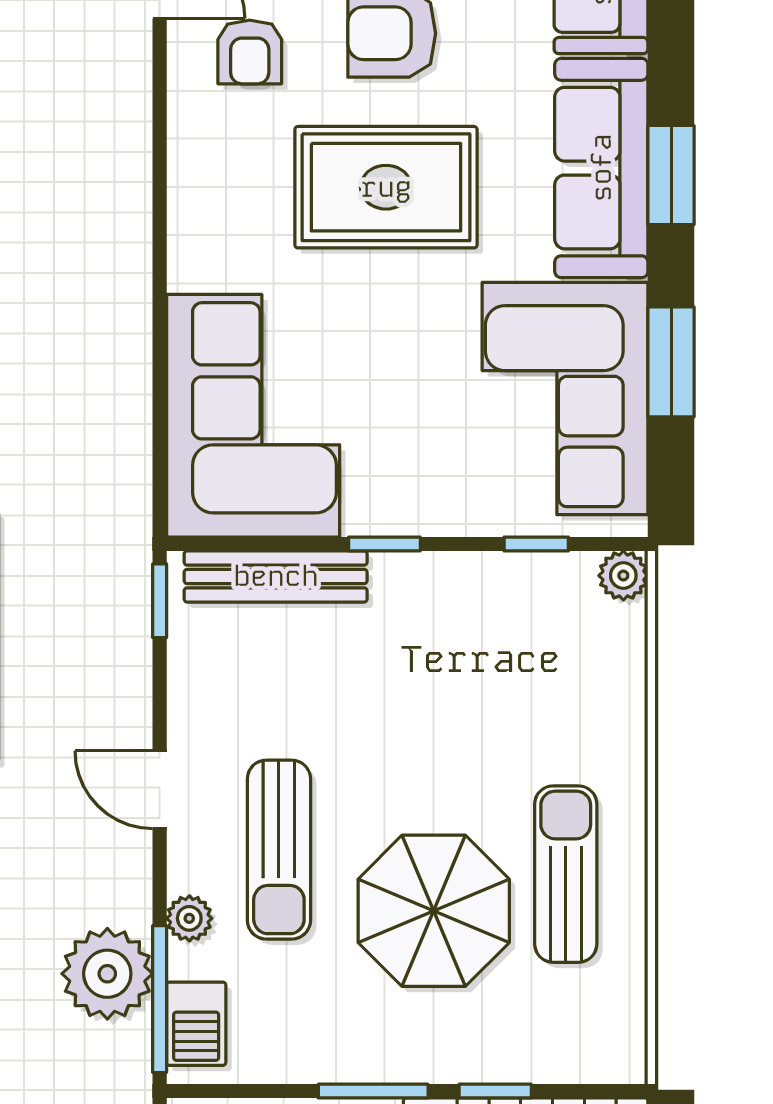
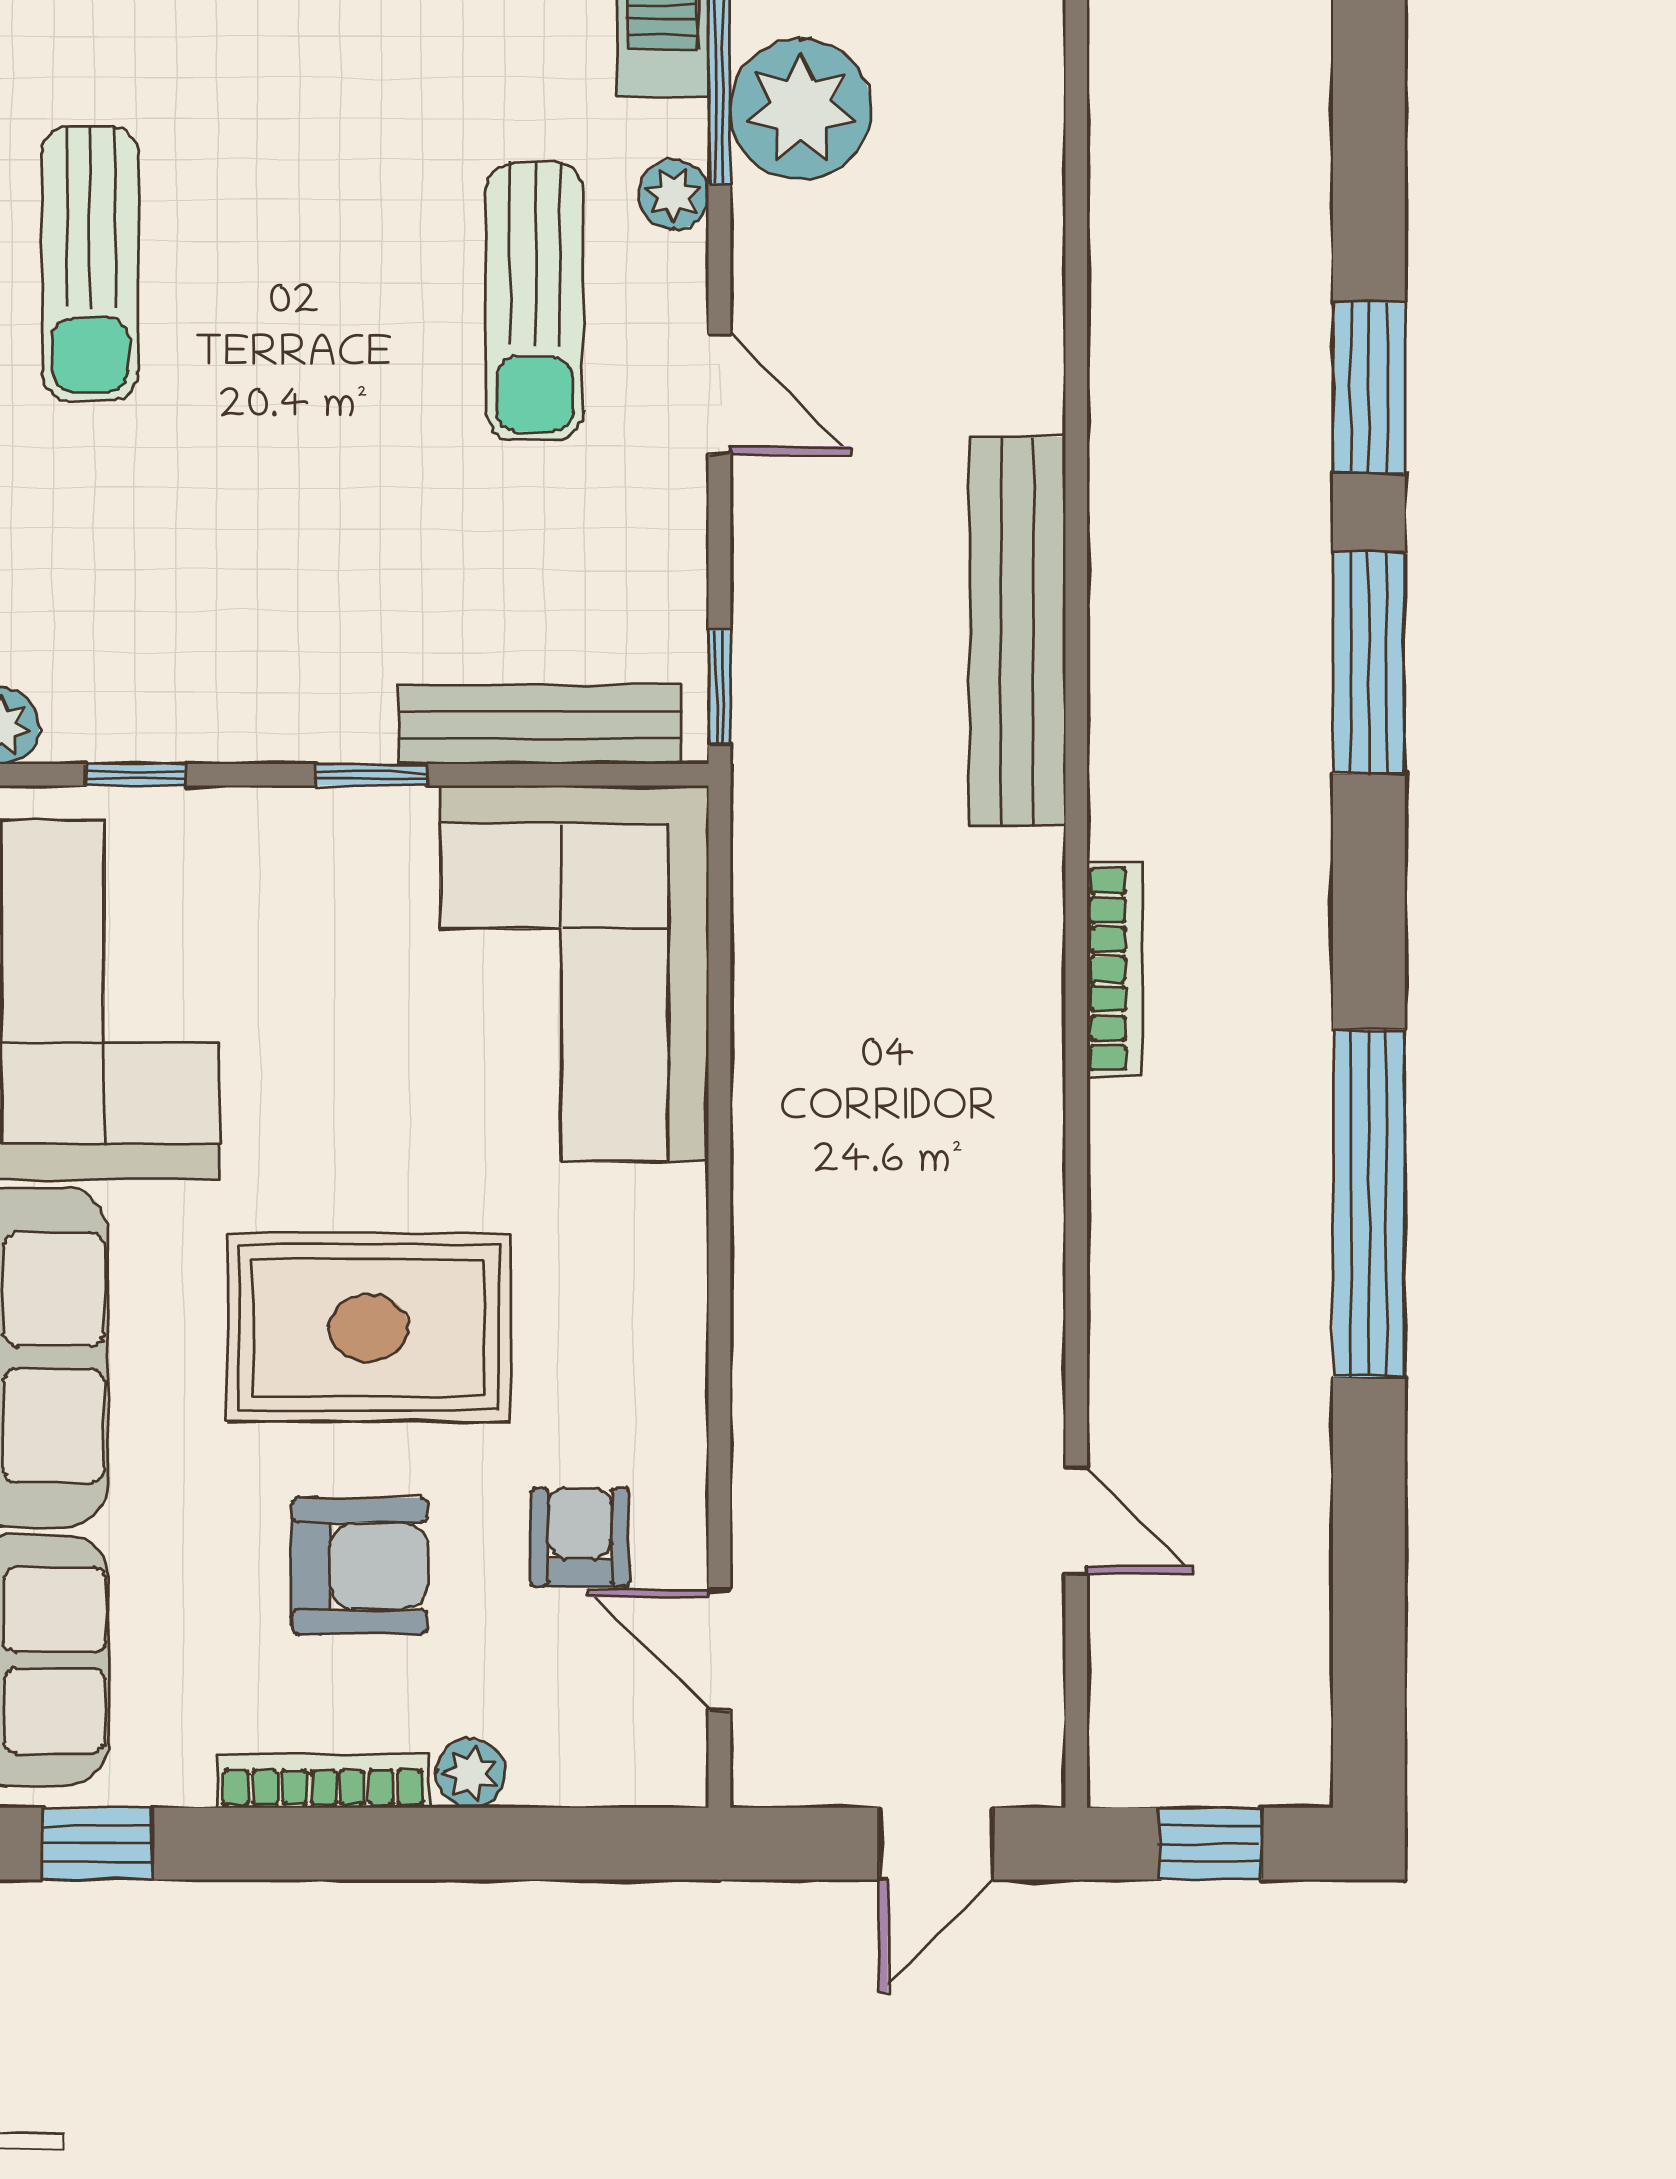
sun lounger: (279, 850) -> (535, 301), turned 180
parasol: (434, 911) -> (295, 206), removed

